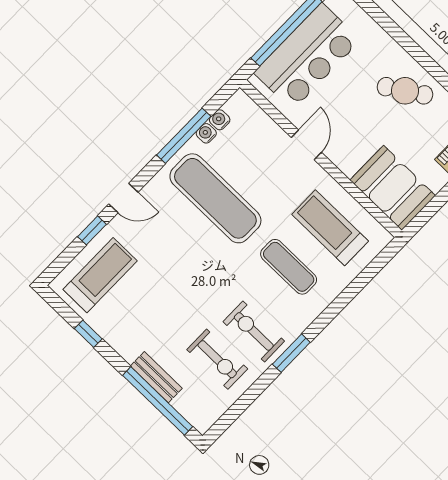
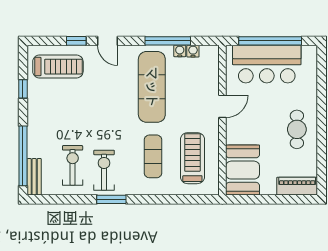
cafe table: (405, 91) -> (297, 129), turned 32
exercise bike: (217, 359) -> (73, 165), turned 180
bench: (156, 377) -> (34, 177), moved

